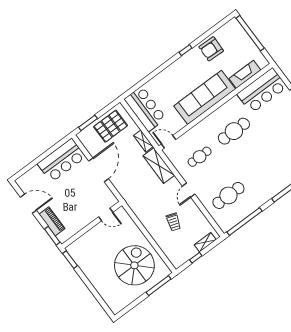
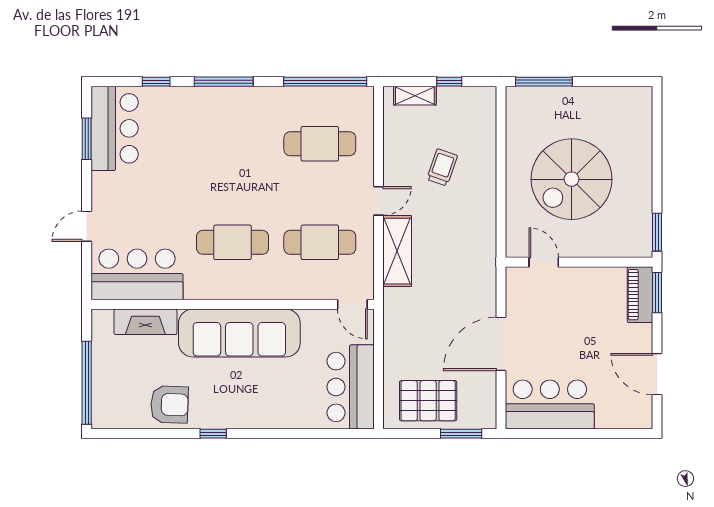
shelving: (143, 141) -> (393, 336), removed
cafe table: (200, 157) -> (320, 242), width x1.37, depth x1.35
shelving: (159, 166) -> (397, 251), moved
piano: (52, 221) -> (640, 295), moved
spiral stairs: (134, 265) -> (572, 179), moved

